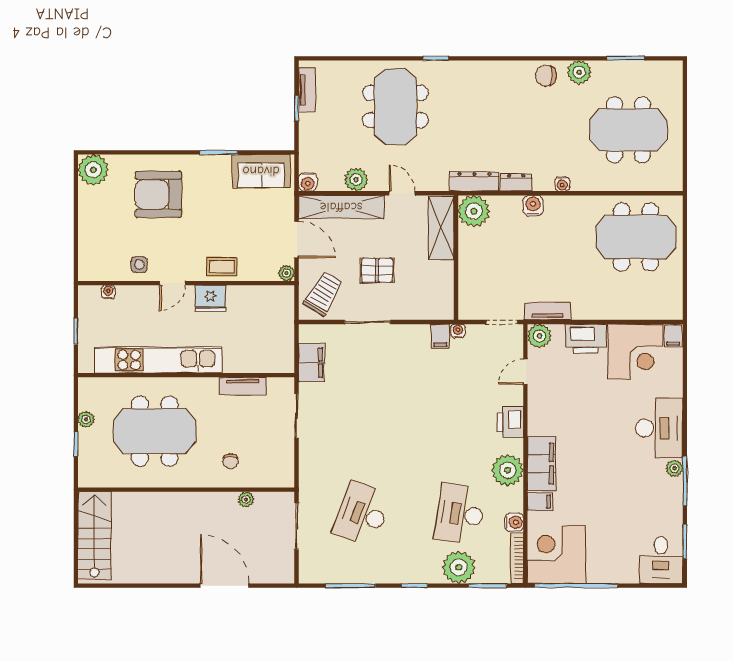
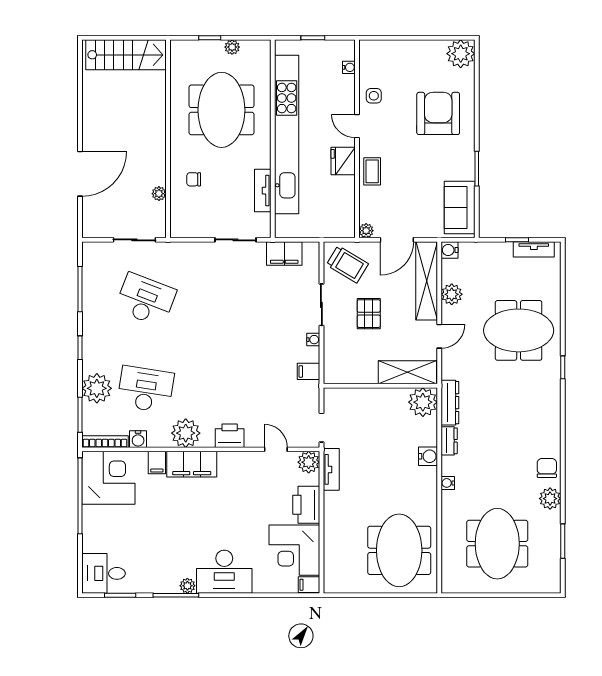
water cooler: (458, 331) -> (313, 340), moved
kitchen unit: (158, 360) -> (287, 135), width x1.36

